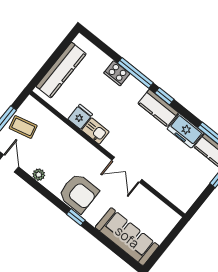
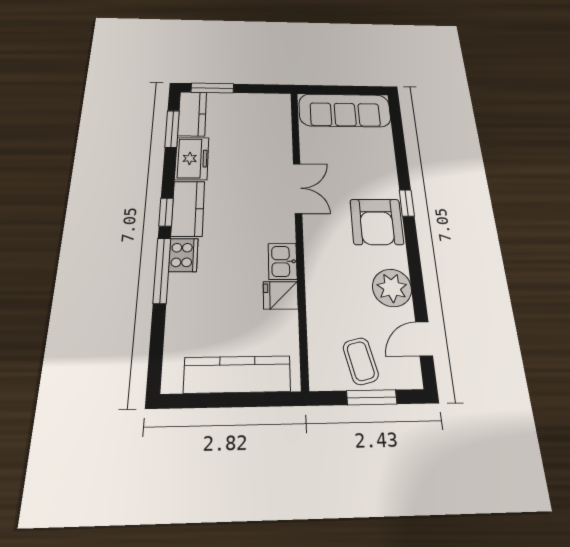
cooker: (117, 73) -> (183, 255), moved
plant: (39, 175) -> (392, 288), width x1.88, depth x1.88
armchair: (79, 193) -> (377, 222), turned 180
sofa: (127, 237) -> (345, 110), moved, turned -90

